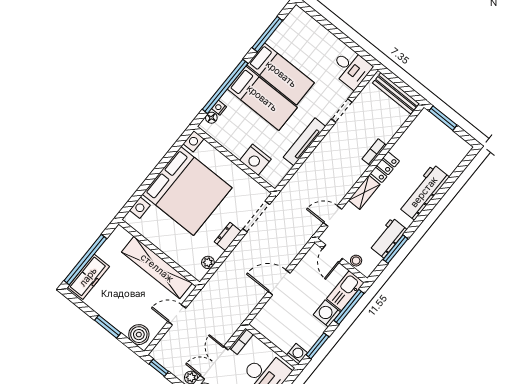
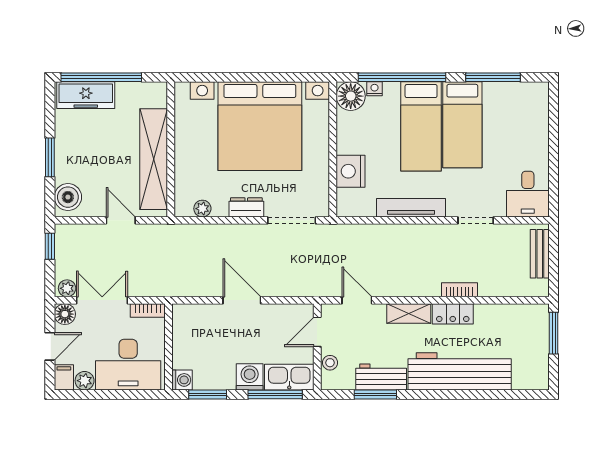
bench: (396, 93) -> (540, 254), width x0.73
floor lamp: (211, 118) -> (351, 96), width x1.89, depth x1.89
workbench: (424, 192) -> (460, 371), width x1.36, depth x1.32

